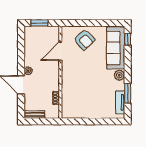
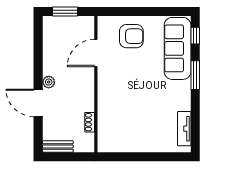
armchair: (84, 40) -> (131, 36), turned -47
plant: (119, 75) -> (183, 89), removed
window: (128, 93) -> (195, 75), moved

